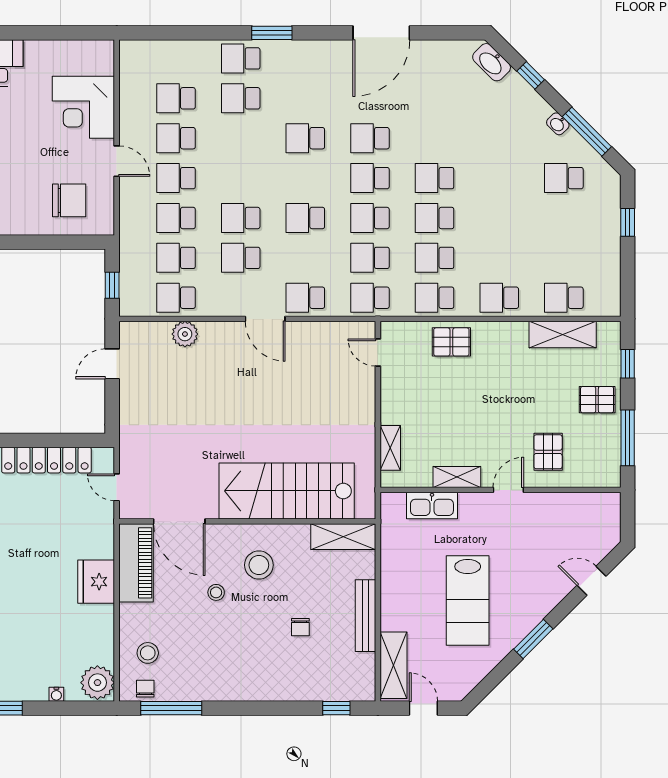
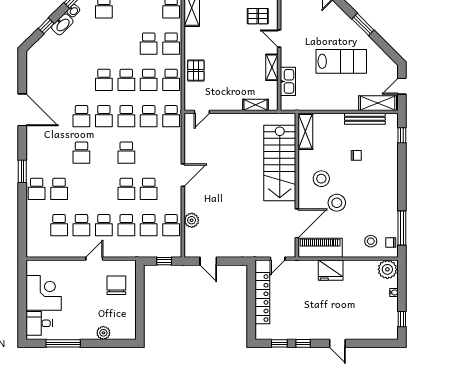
washbasin: (492, 62) -> (62, 24), moved
corner desk: (83, 107) -> (44, 293), moved, turned -90
school desk: (305, 298) -> (149, 44), moved
stool: (216, 592) -> (337, 203), width x1.89, depth x1.89
bench: (365, 616) -> (365, 119), moved

